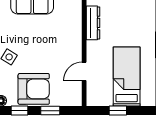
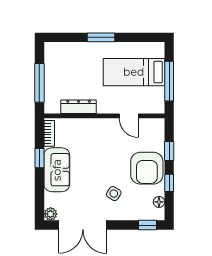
armchair: (34, 89) -> (147, 168), turned 180
window: (118, 111) -> (169, 81), width x2.17

